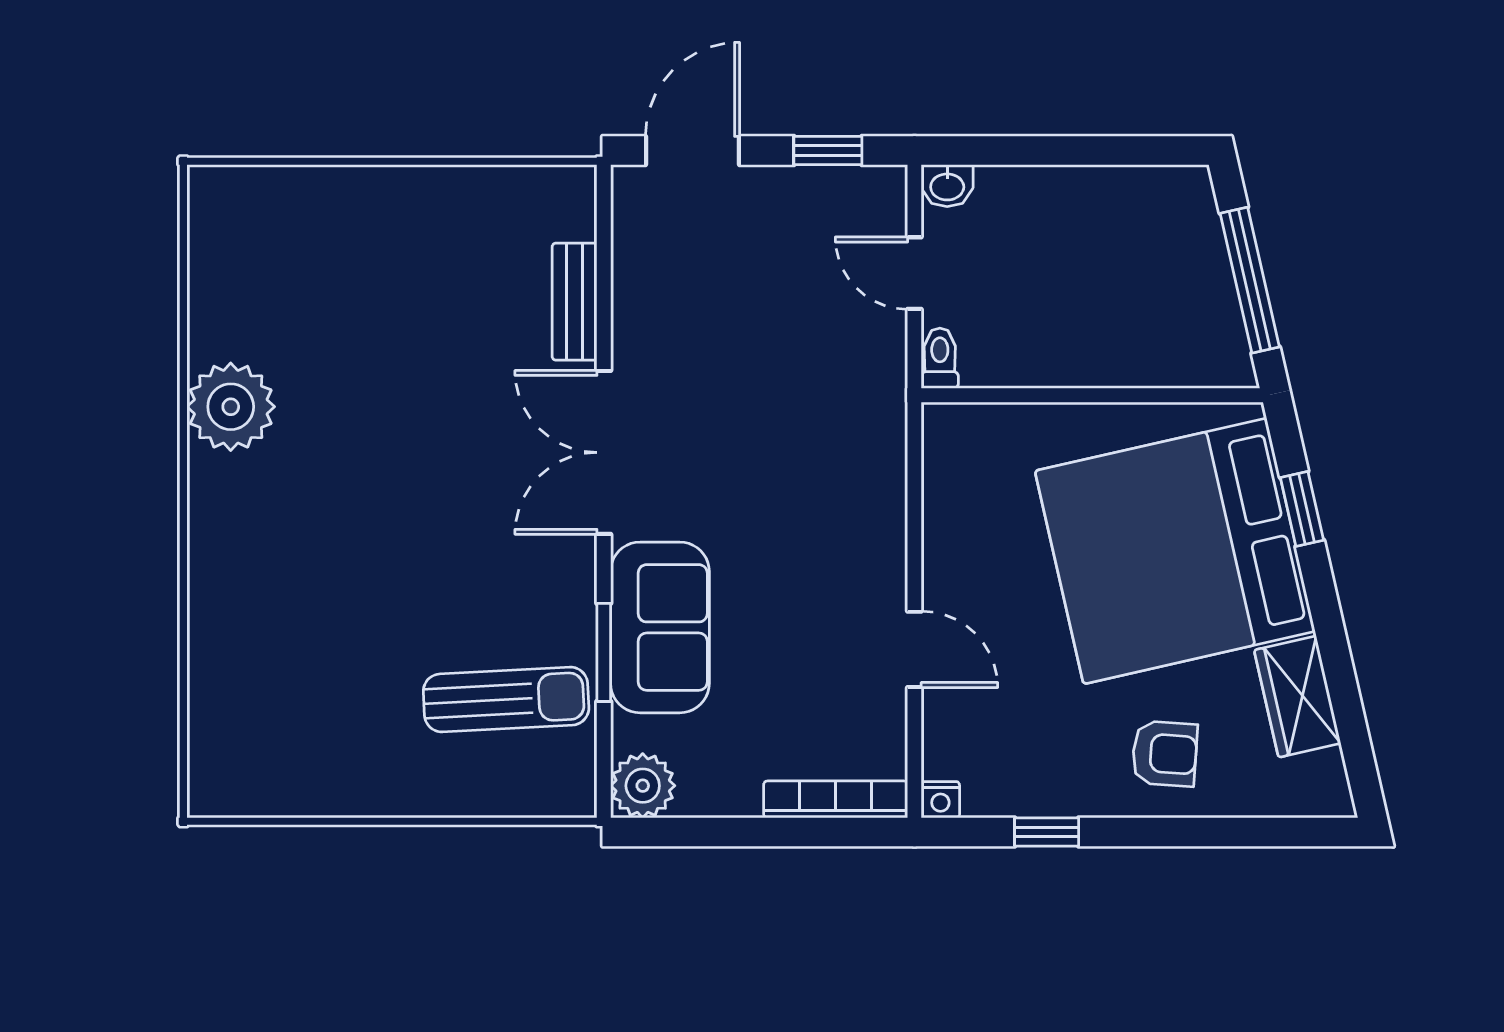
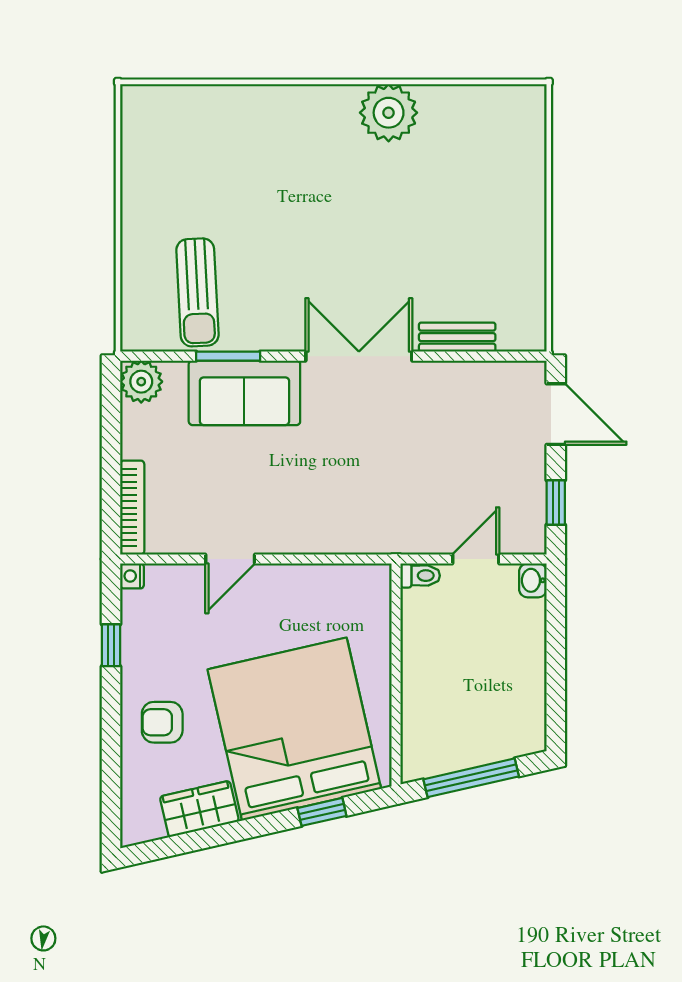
armchair: (1165, 754) -> (162, 722), turned 86

